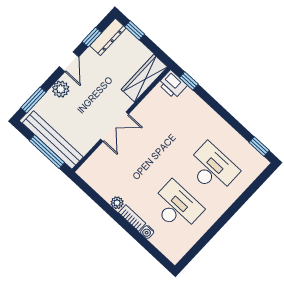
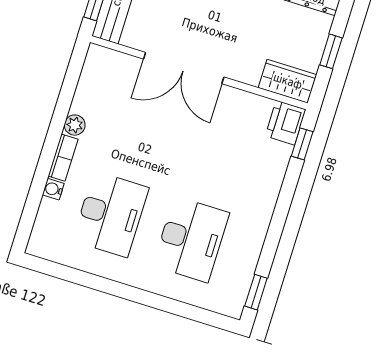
window: (135, 30) -> (331, 51), moved
wardrobe: (144, 78) -> (288, 81), width x0.67
double door: (115, 127) -> (184, 68), width x1.37

